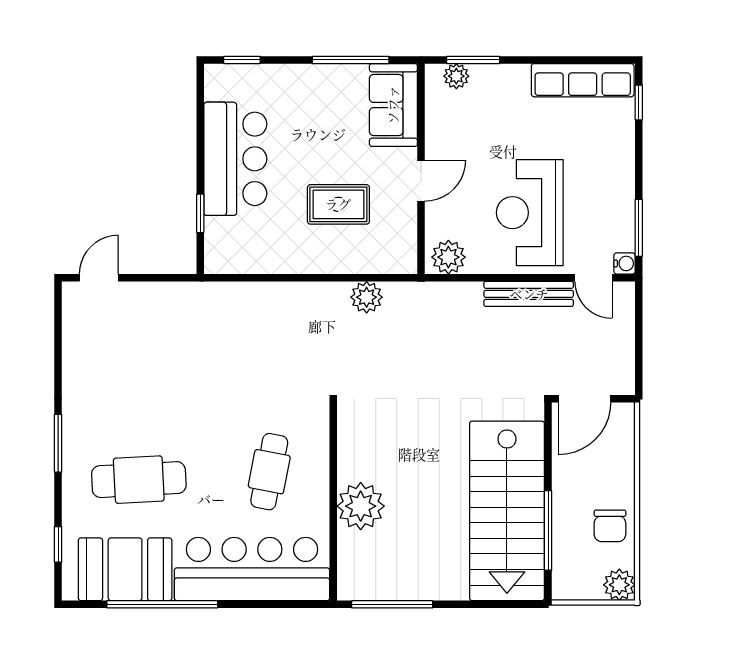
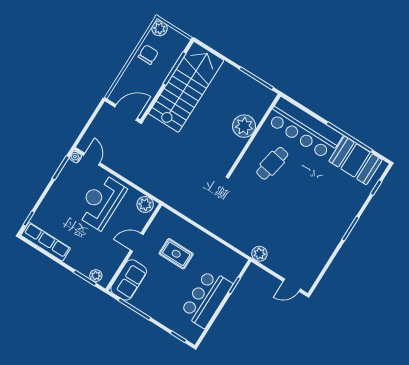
reception desk: (530, 213) -> (101, 202), turned 180
bench: (529, 294) -> (122, 169), removed
plant: (367, 297) -> (259, 254), moved
cafe table: (139, 480) -> (327, 193), removed

